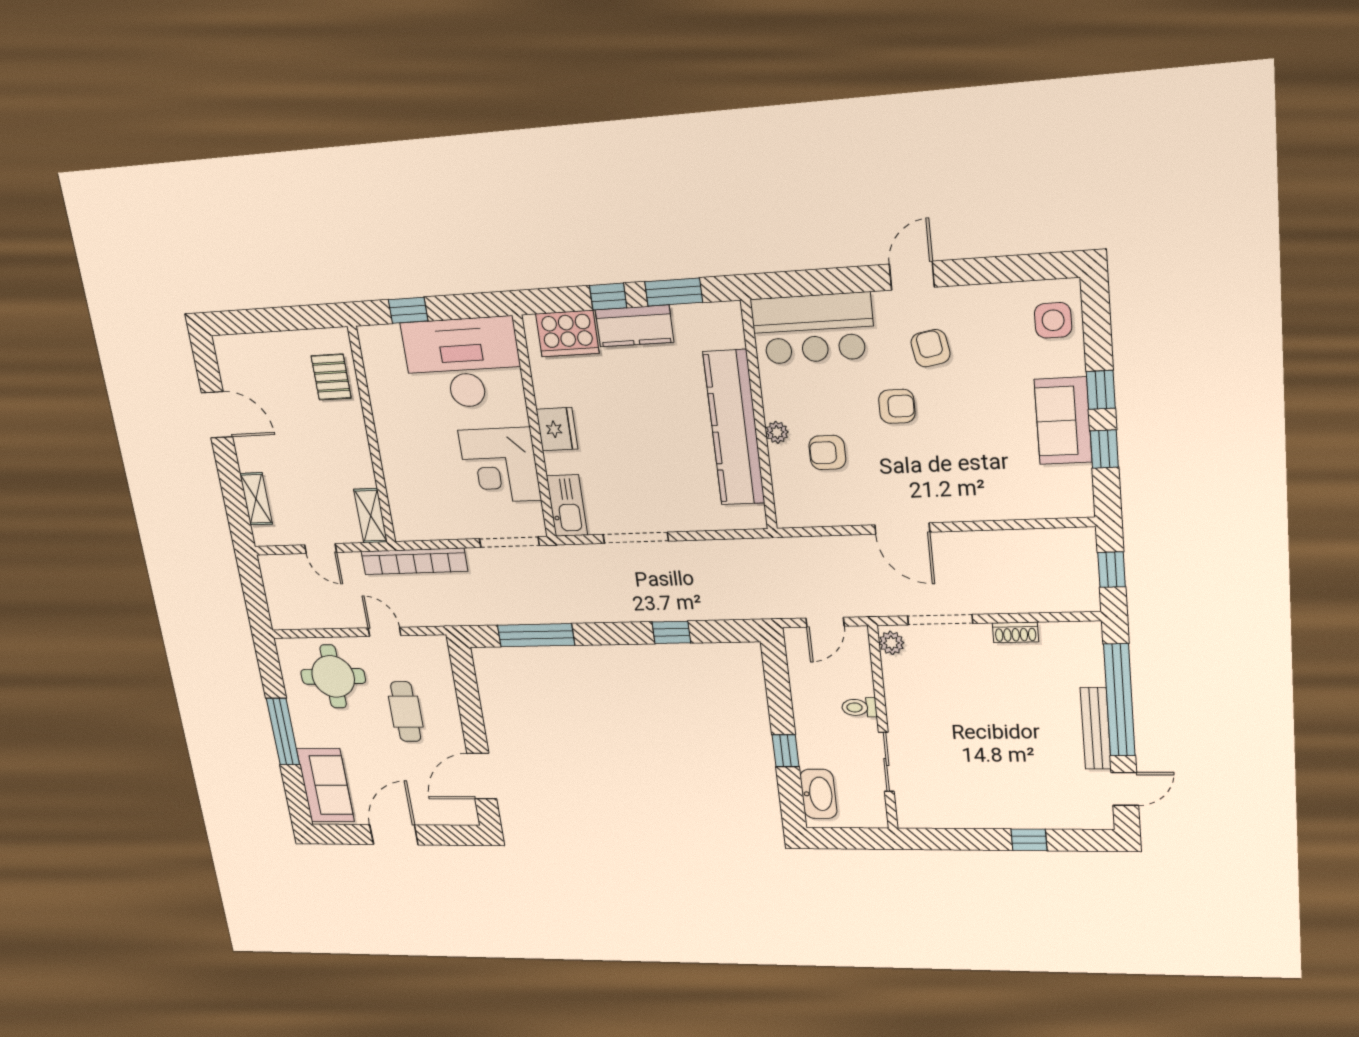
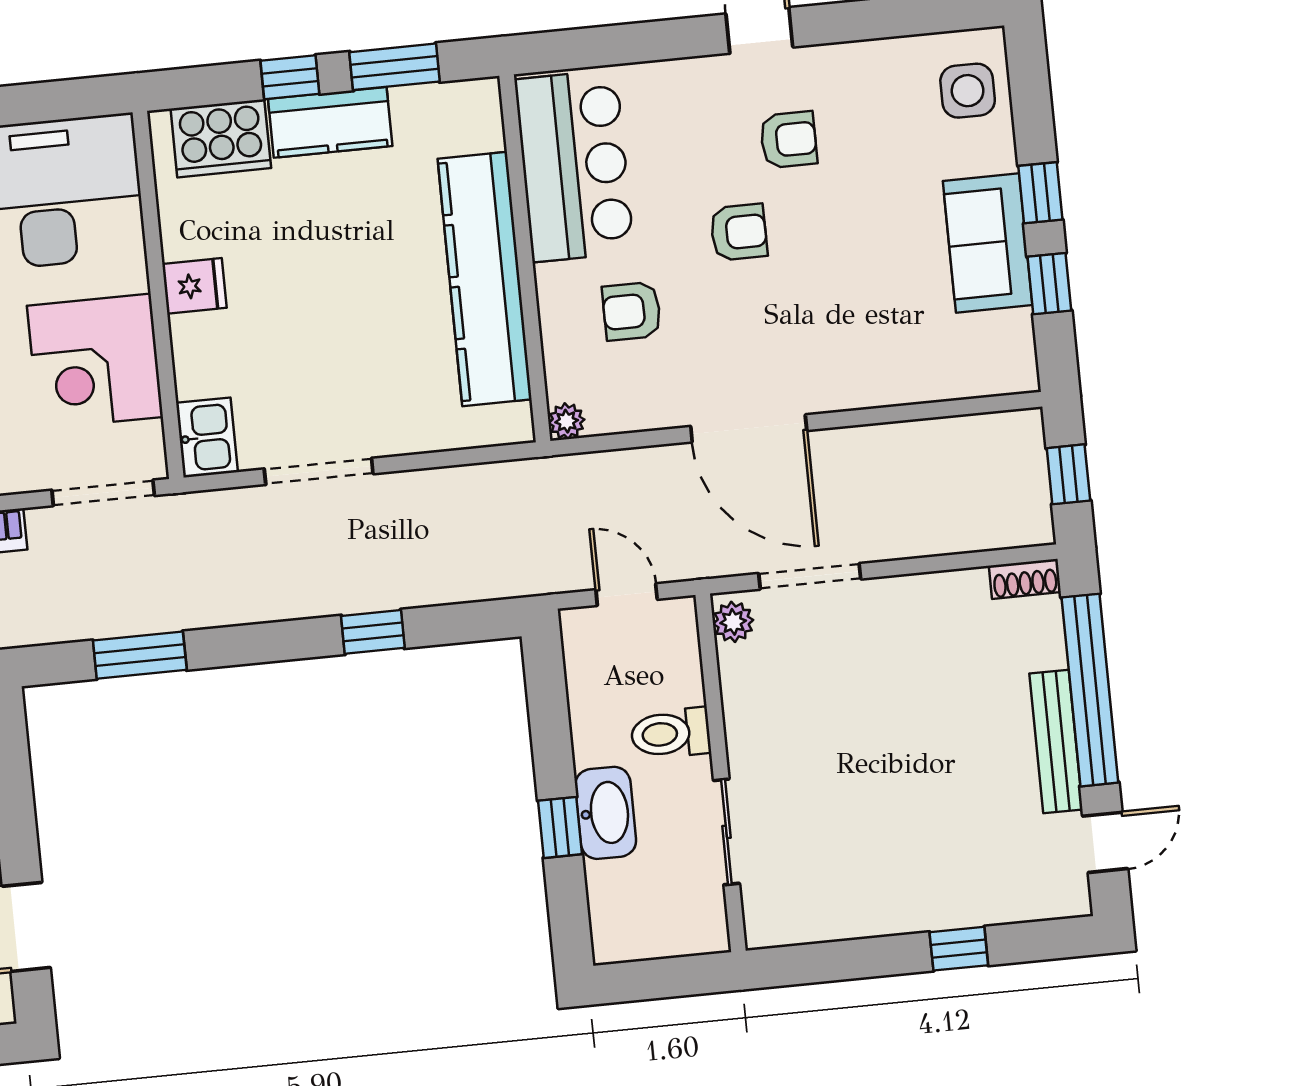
bar counter: (813, 328) -> (574, 166), moved, turned -90
armchair: (931, 348) -> (789, 140), turned 100
fridge: (557, 429) -> (194, 286), width x0.72
plant: (777, 432) -> (567, 421), moved
kitchen sink: (567, 506) -> (207, 437), width x0.73
door: (902, 529) -> (749, 428), width x1.36
door: (825, 622) -> (627, 595), swing flipped
shoe rack: (1015, 632) -> (1025, 579), moved
window: (536, 635) -> (140, 655), width x0.69
toilet: (859, 707) -> (671, 733), width x1.37, depth x1.39
washbasin: (818, 794) -> (606, 813), moved

